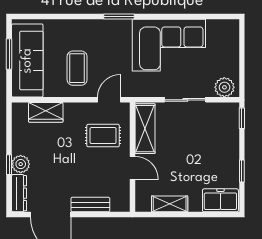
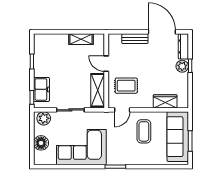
floor lamp: (228, 51) -> (41, 143), added
freezer: (220, 200) -> (42, 89), moved, turned -90

